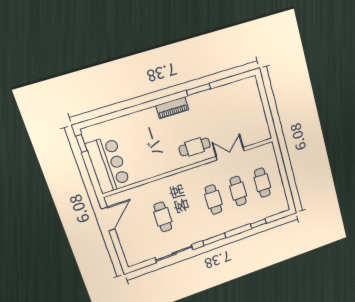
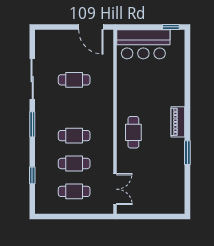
double door: (230, 154) -> (115, 189), moved

